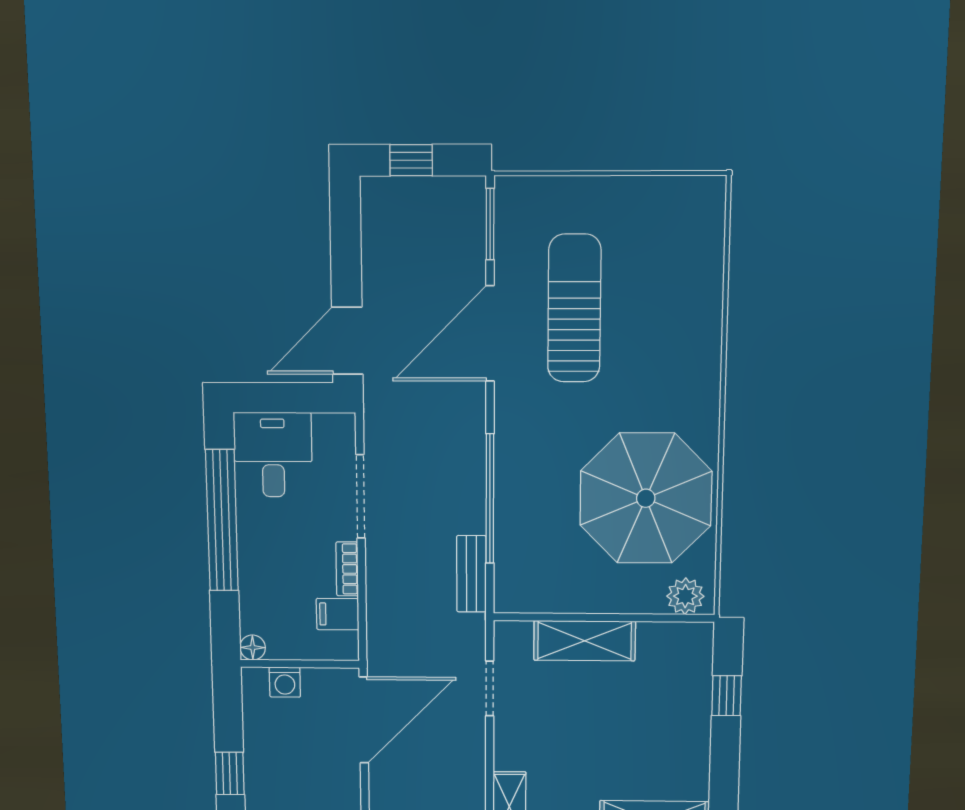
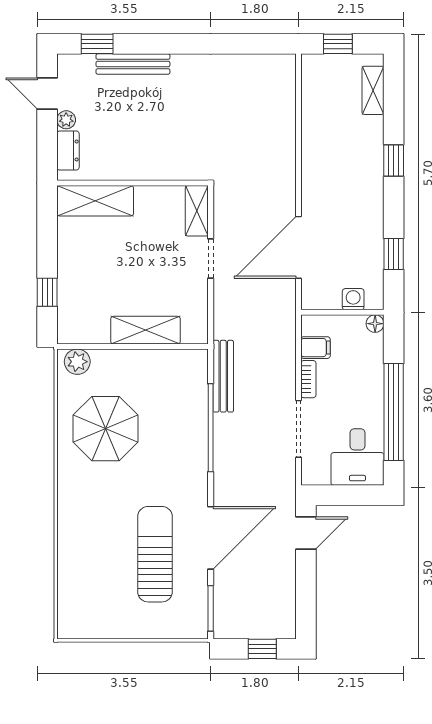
sun lounger: (574, 308) -> (155, 554), turned 180
door: (347, 341) -> (306, 533), width x0.73
parasol: (646, 498) -> (105, 429), width x0.73, depth x0.73
bench: (471, 574) -> (223, 376), width x1.36
doorway: (490, 688) -> (211, 259), moved
door: (364, 720) -> (298, 247), moved
window: (230, 773) -> (394, 254), moved

